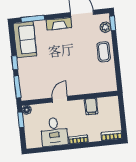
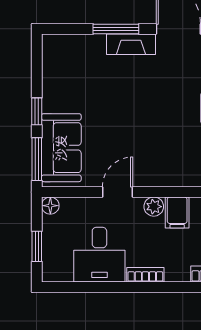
window: (33, 19) -> (116, 29), moved
sofa: (25, 40) -> (61, 148), moved
plant: (79, 105) -> (154, 207), added
window: (21, 120) -> (37, 246), moved

